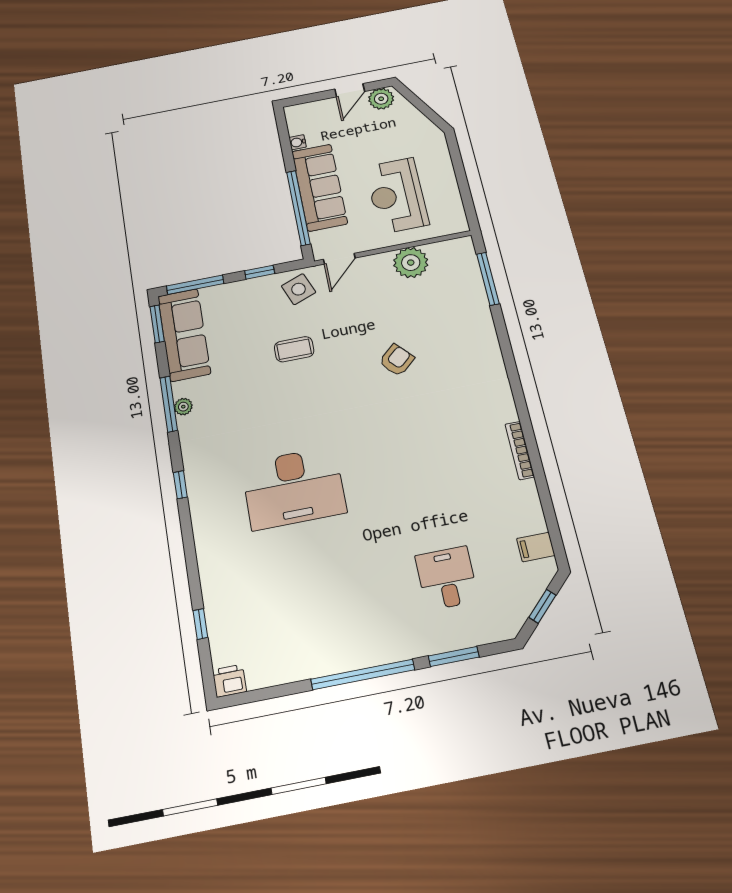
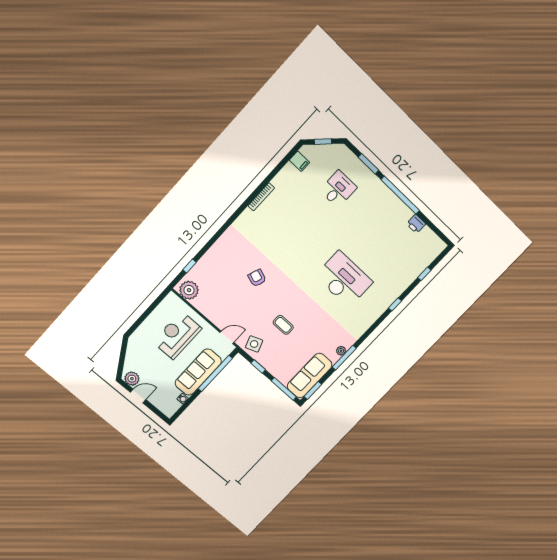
reception desk: (397, 195) -> (177, 335), turned 180
plant: (411, 263) -> (189, 290), moved
window: (488, 279) -> (189, 266), width x0.46
armchair: (397, 360) -> (257, 278), turned 62
window: (180, 485) -> (395, 304), moved
desk: (447, 578) -> (338, 189), turned 180
printer: (229, 681) -> (416, 224), moved

